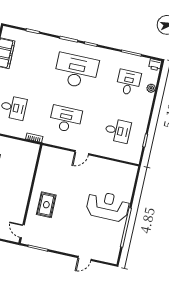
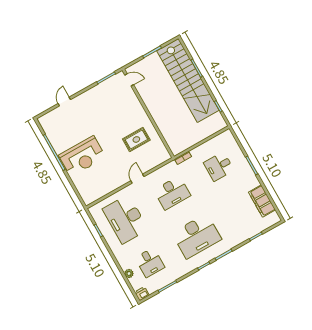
desk: (118, 131) -> (125, 219), width x1.87, depth x1.30
rug: (46, 205) -> (136, 139), moved, turned 90

